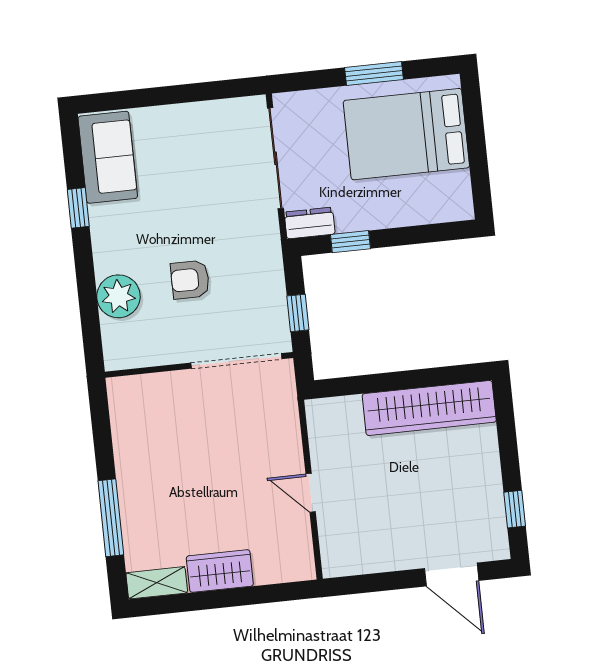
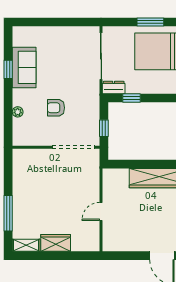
sofa: (108, 157) -> (24, 67), moved
plant: (118, 296) -> (18, 112), width x0.53, depth x0.53
door: (311, 493) -> (101, 211), hinge flipped

